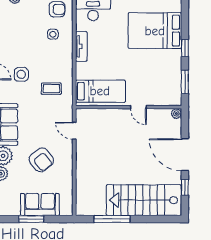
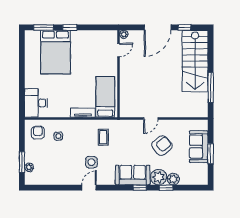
tv unit: (81, 46) -> (83, 113), moved
window: (185, 82) -> (43, 27), moved
door: (138, 107) -> (118, 50), moved
door: (74, 131) -> (151, 118), moved

